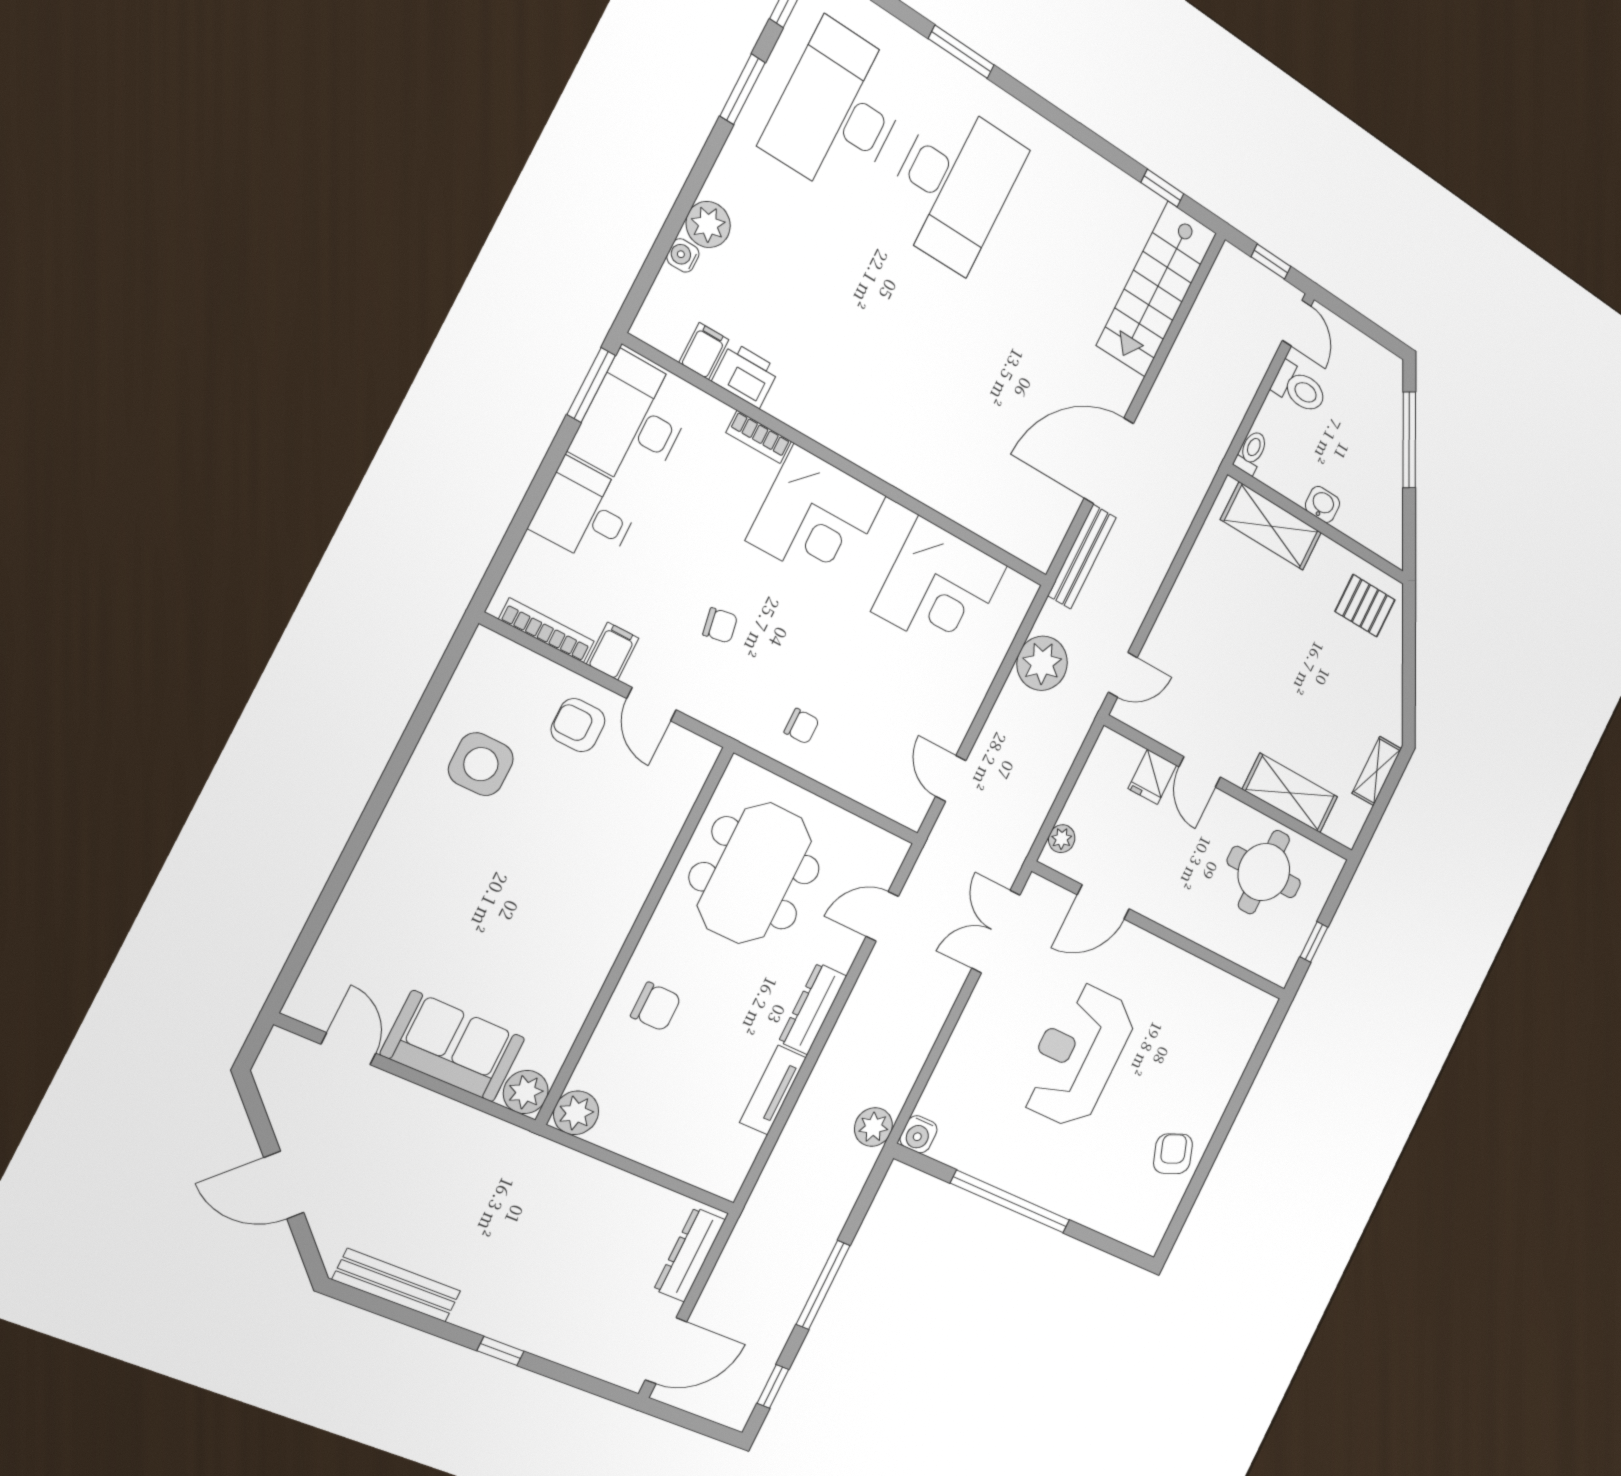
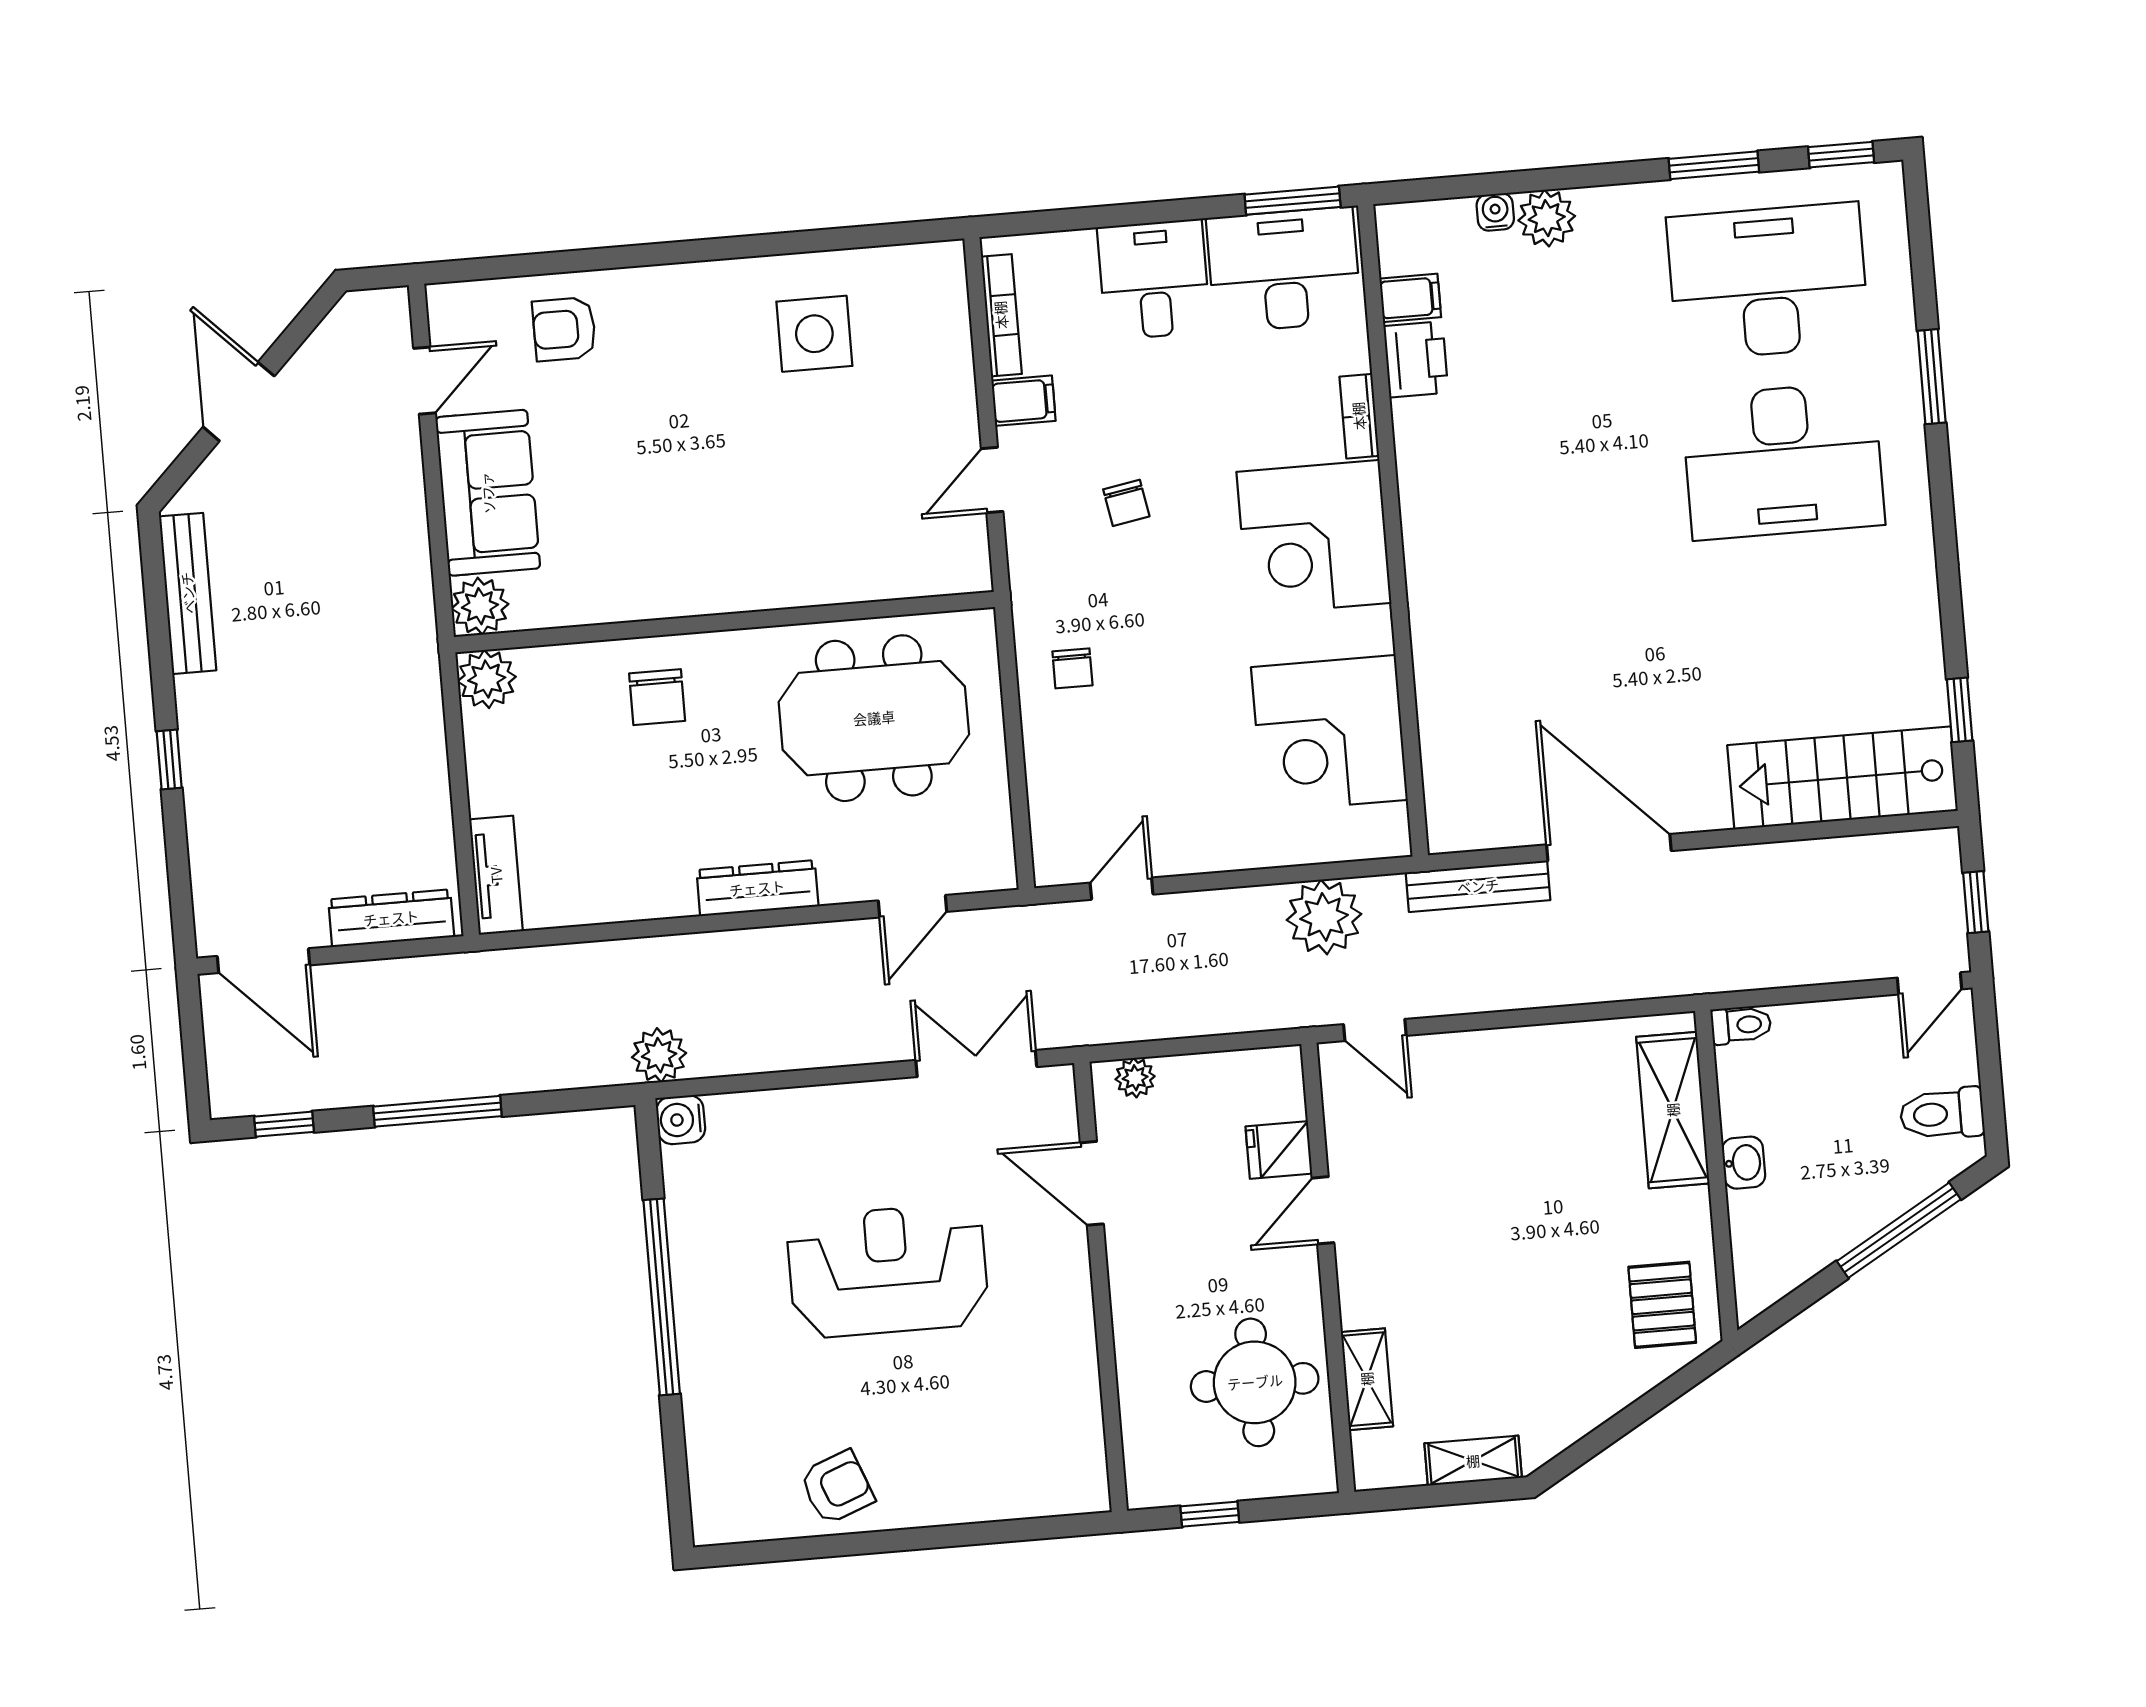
toilet: (1299, 388) -> (1942, 1114), moved, turned 90
armchair: (578, 725) -> (564, 329), moved, turned -90
shelving: (1290, 793) -> (1367, 1379), width x0.67, depth x0.75
door: (882, 916) -> (913, 906), swing flipped
tv unit: (773, 1090) -> (496, 875), moved, turned 90

